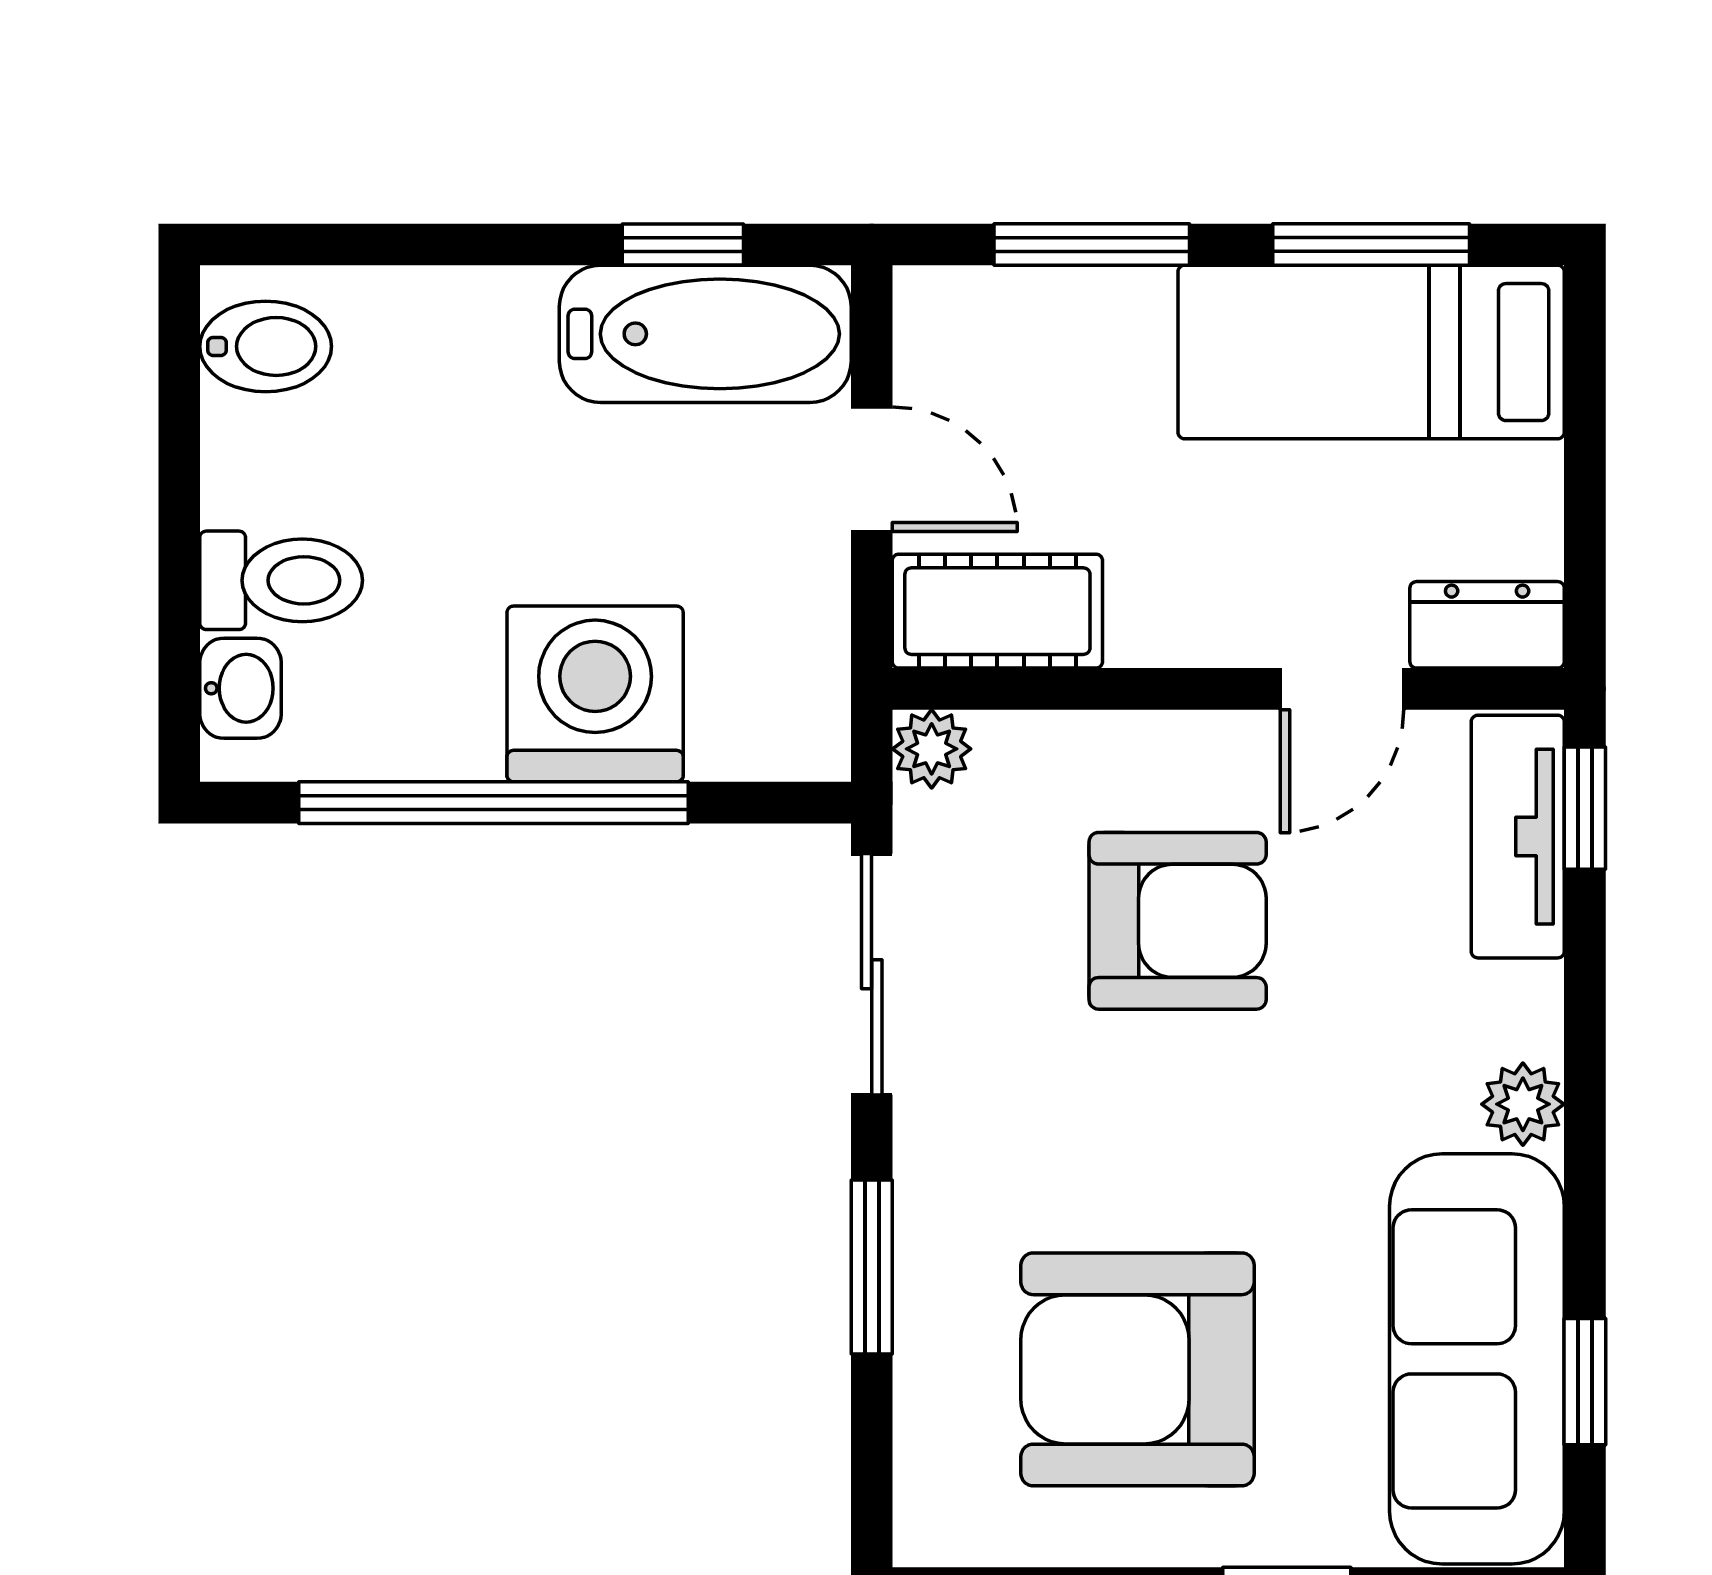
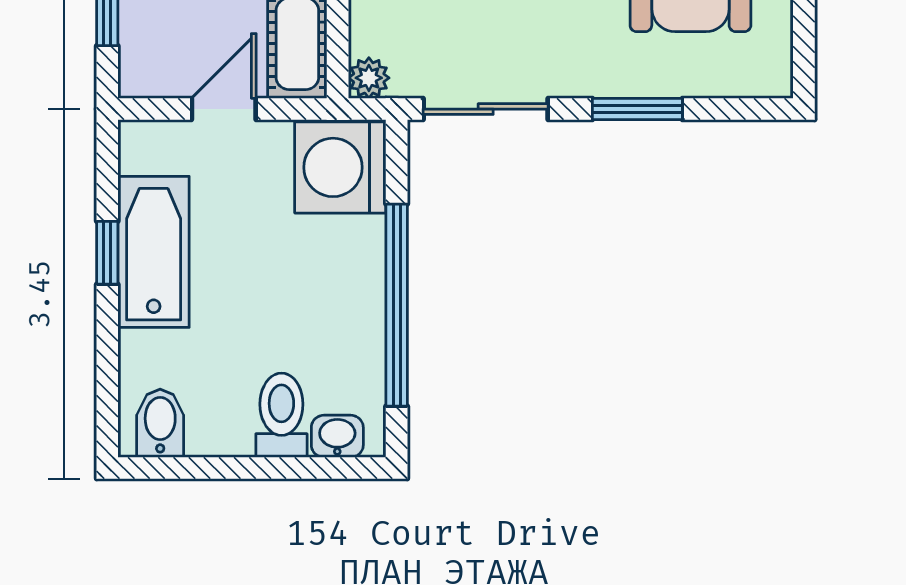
window: (683, 244) -> (107, 253), moved
bathtub: (705, 334) -> (154, 252), moved
washing machine: (595, 694) -> (340, 167), moved

